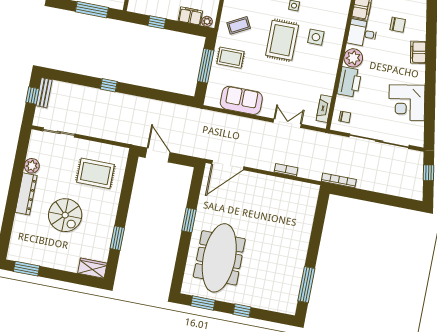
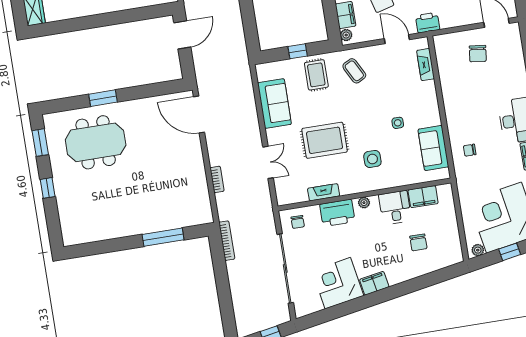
rug: (282, 40) -> (325, 140), moved
filing cabinet: (418, 52) -> (374, 283), moved
plant: (353, 58) -> (364, 203), width x0.53, depth x0.53
window: (206, 66) -> (298, 51), width x0.46
fireplace: (324, 109) -> (324, 192), moved
window: (189, 220) -> (103, 98), moved
window: (117, 238) -> (76, 24), removed
meeting table: (219, 258) -> (96, 142), width x0.73
window: (306, 285) -> (163, 237), moved

